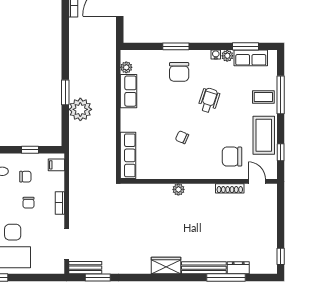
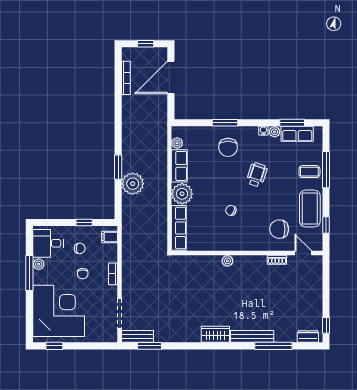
plant: (131, 120) -> (182, 194), added
shoe rack: (230, 188) -> (277, 260), width x0.70
dresser: (238, 268) -> (308, 336), moved

